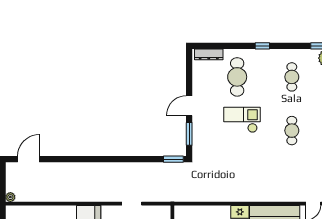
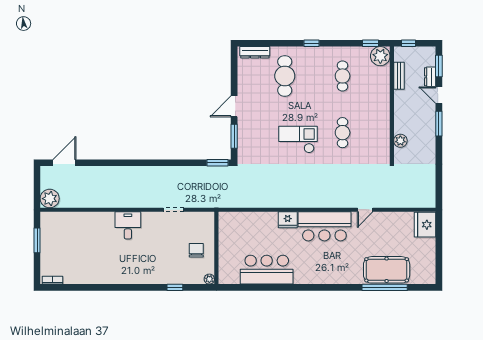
checkout: (242, 120) -> (298, 139), moved
plant: (10, 197) -> (50, 199), width x1.88, depth x1.88

